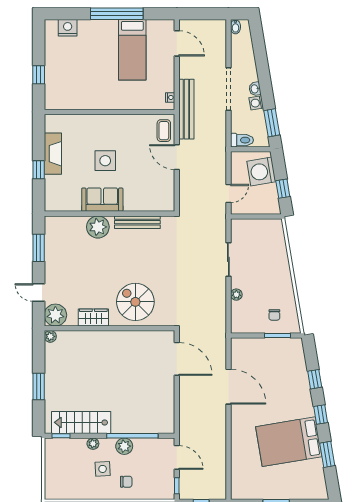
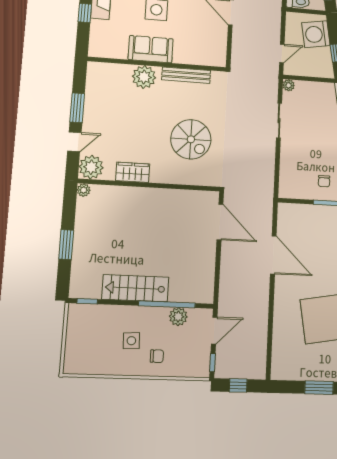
window: (39, 248) -> (77, 108), moved
door: (39, 293) -> (74, 142), swing flipped
plant: (236, 295) -> (289, 85), moved
spiral stairs: (135, 302) -> (191, 139), moved, turned 180
stairs: (81, 422) -> (135, 288), moved
plant: (93, 444) -> (123, 312), removed
plant: (124, 446) -> (178, 317), moved
door: (177, 457) -> (214, 331), hinge flipped

